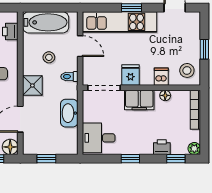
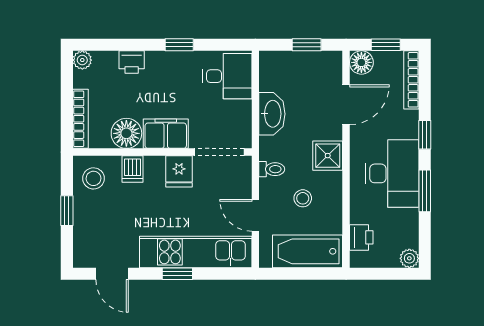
floor lamp: (165, 95) -> (126, 133), width x1.89, depth x1.89
window: (176, 159) -> (110, 45), removed

